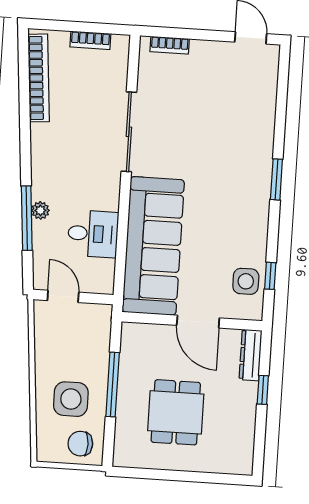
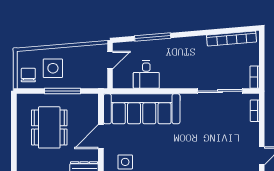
bookcase: (90, 40) -> (255, 77), moved
sliding door: (129, 132) -> (220, 91), moved
plant: (40, 210) -> (157, 44), removed
dining table: (176, 412) -> (49, 127), width x1.38

